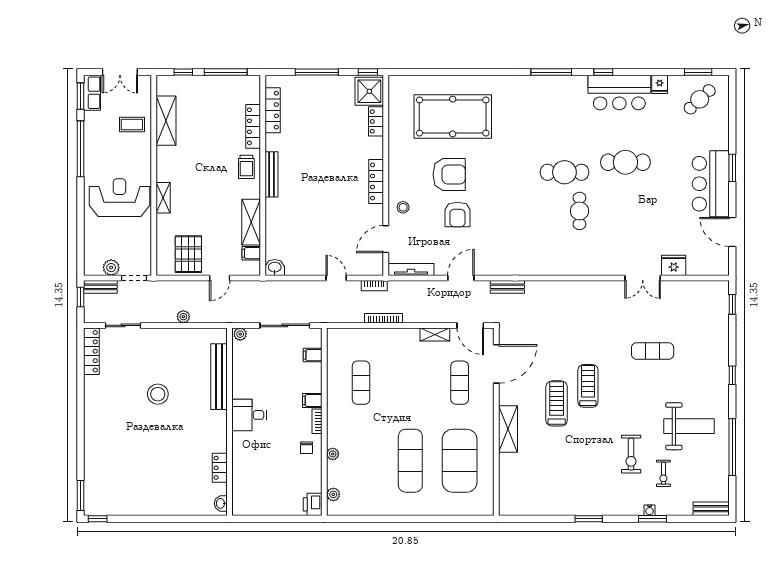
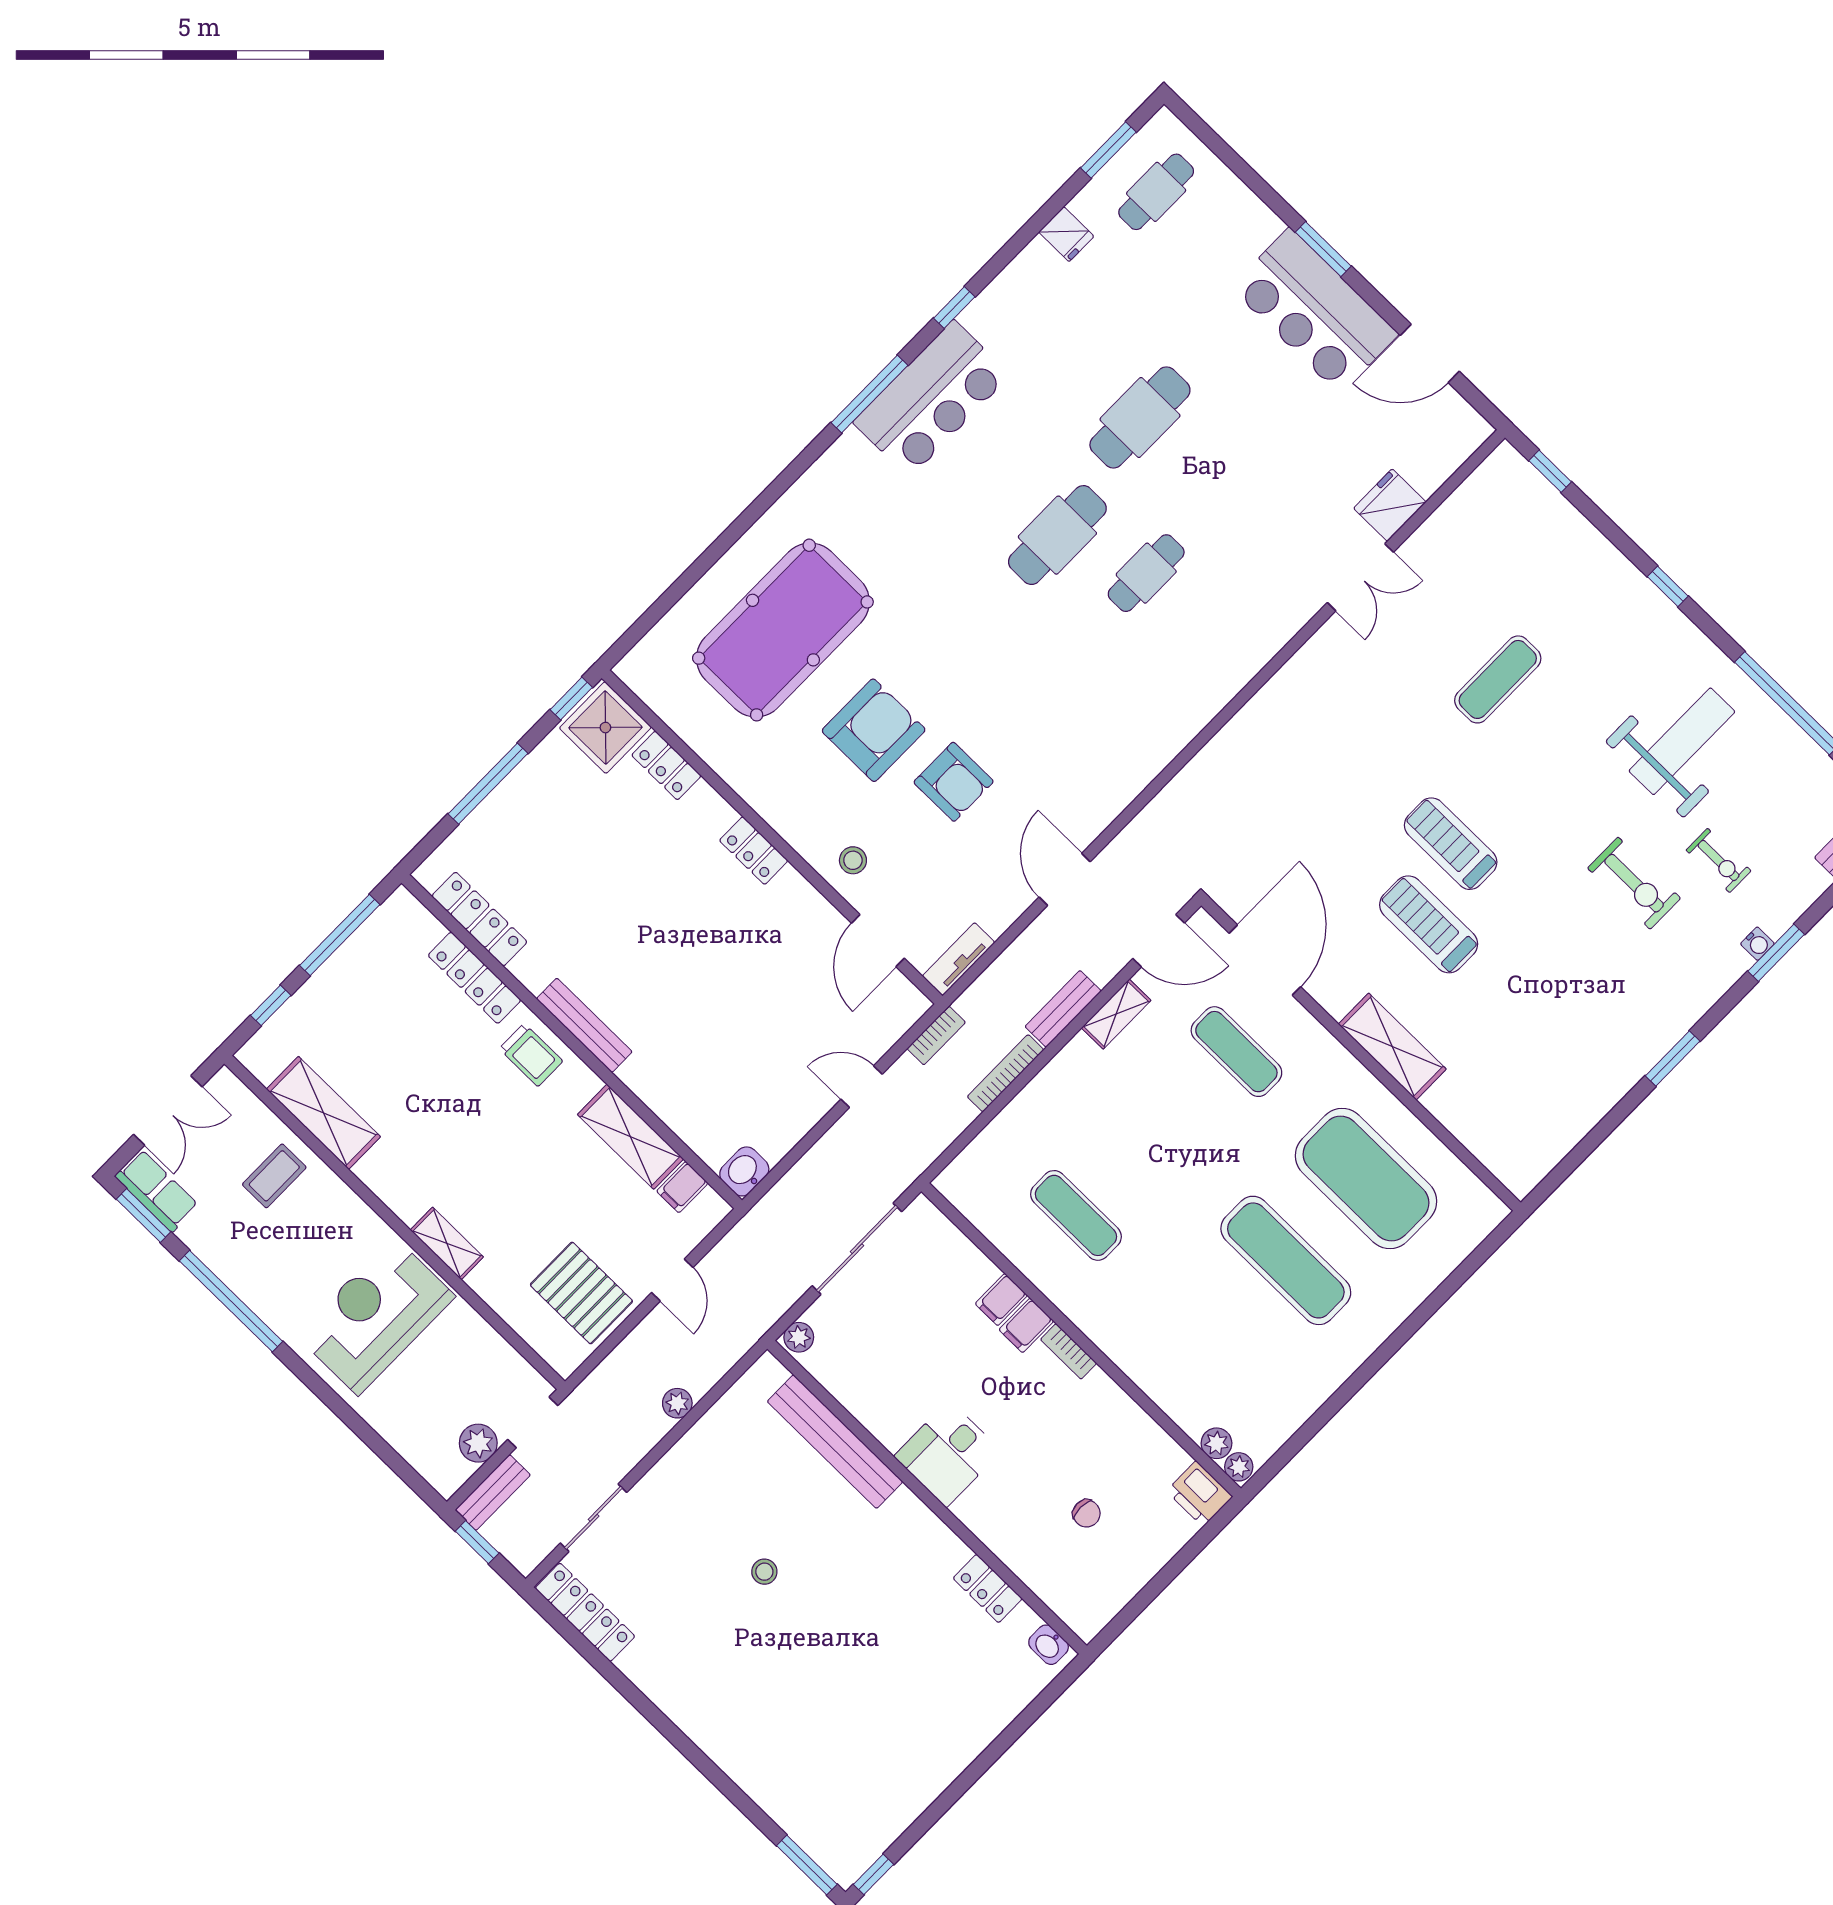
bar counter: (619, 93) -> (932, 399), moved
cafe table: (700, 99) -> (1156, 192), turned 43
locker: (376, 181) -> (754, 851), width x0.66
cafe table: (579, 211) -> (1146, 573), turned 90
tv unit: (411, 269) -> (959, 959), width x0.71
bench: (507, 287) -> (1063, 1009), moved
filing cabinet: (313, 355) -> (1001, 1300), moved
stool: (158, 394) -> (764, 1572), width x0.53, depth x0.53
chair: (306, 448) -> (1086, 1513), moved
plant: (333, 454) -> (1239, 1467), moved

